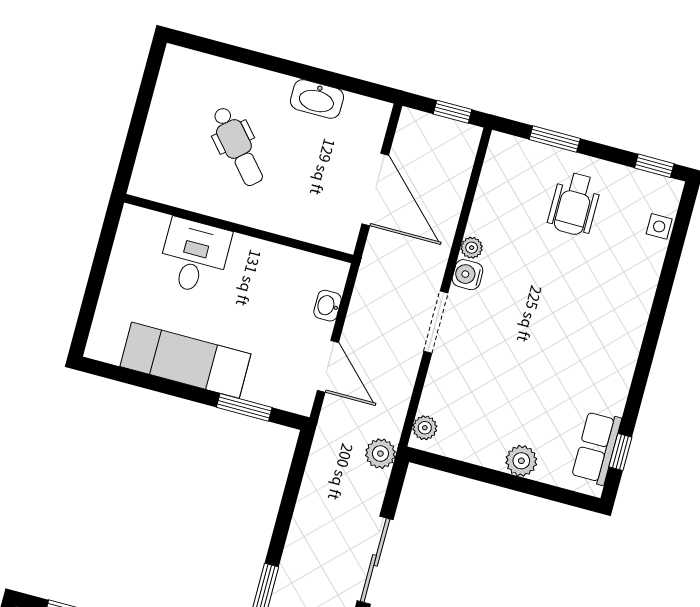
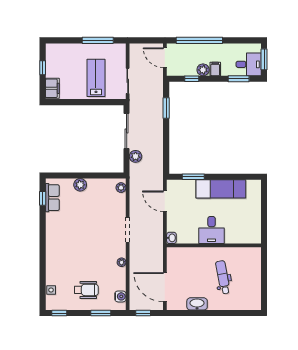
dental chair: (238, 146) -> (223, 277), turned 30
door: (375, 190) -> (165, 287), moved
wheelchair: (574, 204) -> (86, 290), turned 90
desk: (194, 256) -> (212, 230), moved
water cooler: (468, 275) -> (120, 296), moved
washbasin: (328, 306) -> (171, 238), moved
plant: (380, 454) -> (136, 156), moved

